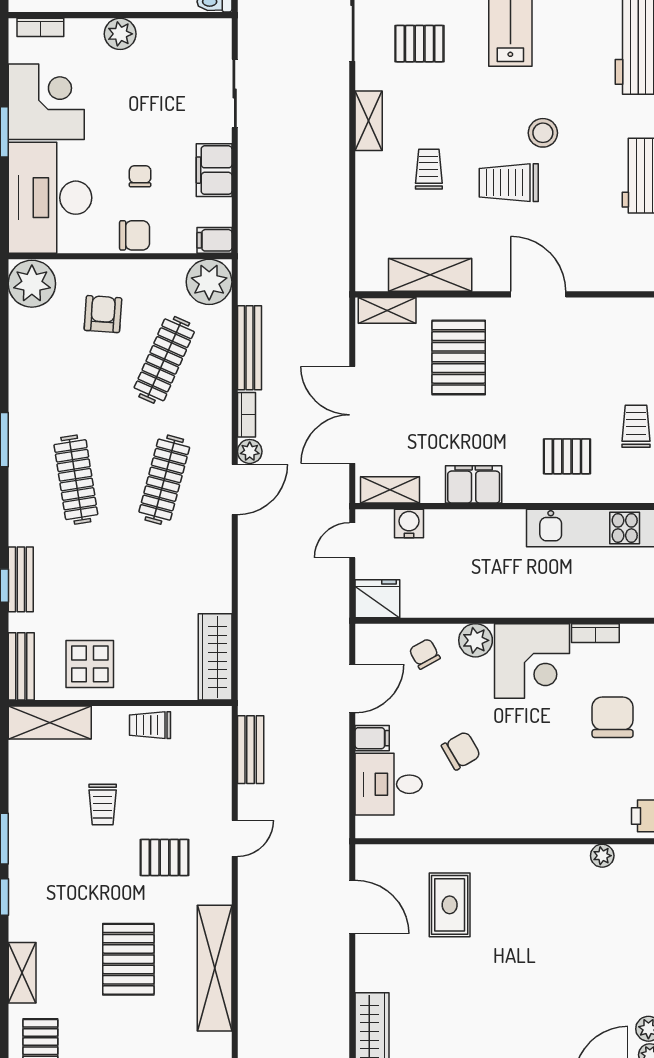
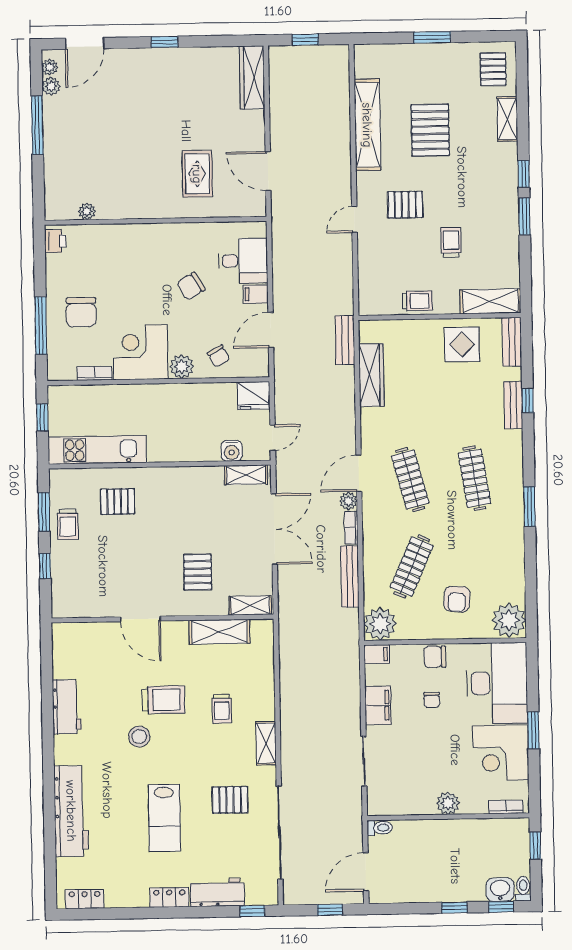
pallet: (459, 357) -> (198, 572), width x0.67, depth x0.71
clothes rail: (164, 480) -> (410, 479), turned -30
filing cabinet: (474, 484) -> (185, 480), removed
wardrobe: (215, 657) -> (371, 375), moved
bench: (251, 750) -> (345, 340), moved

